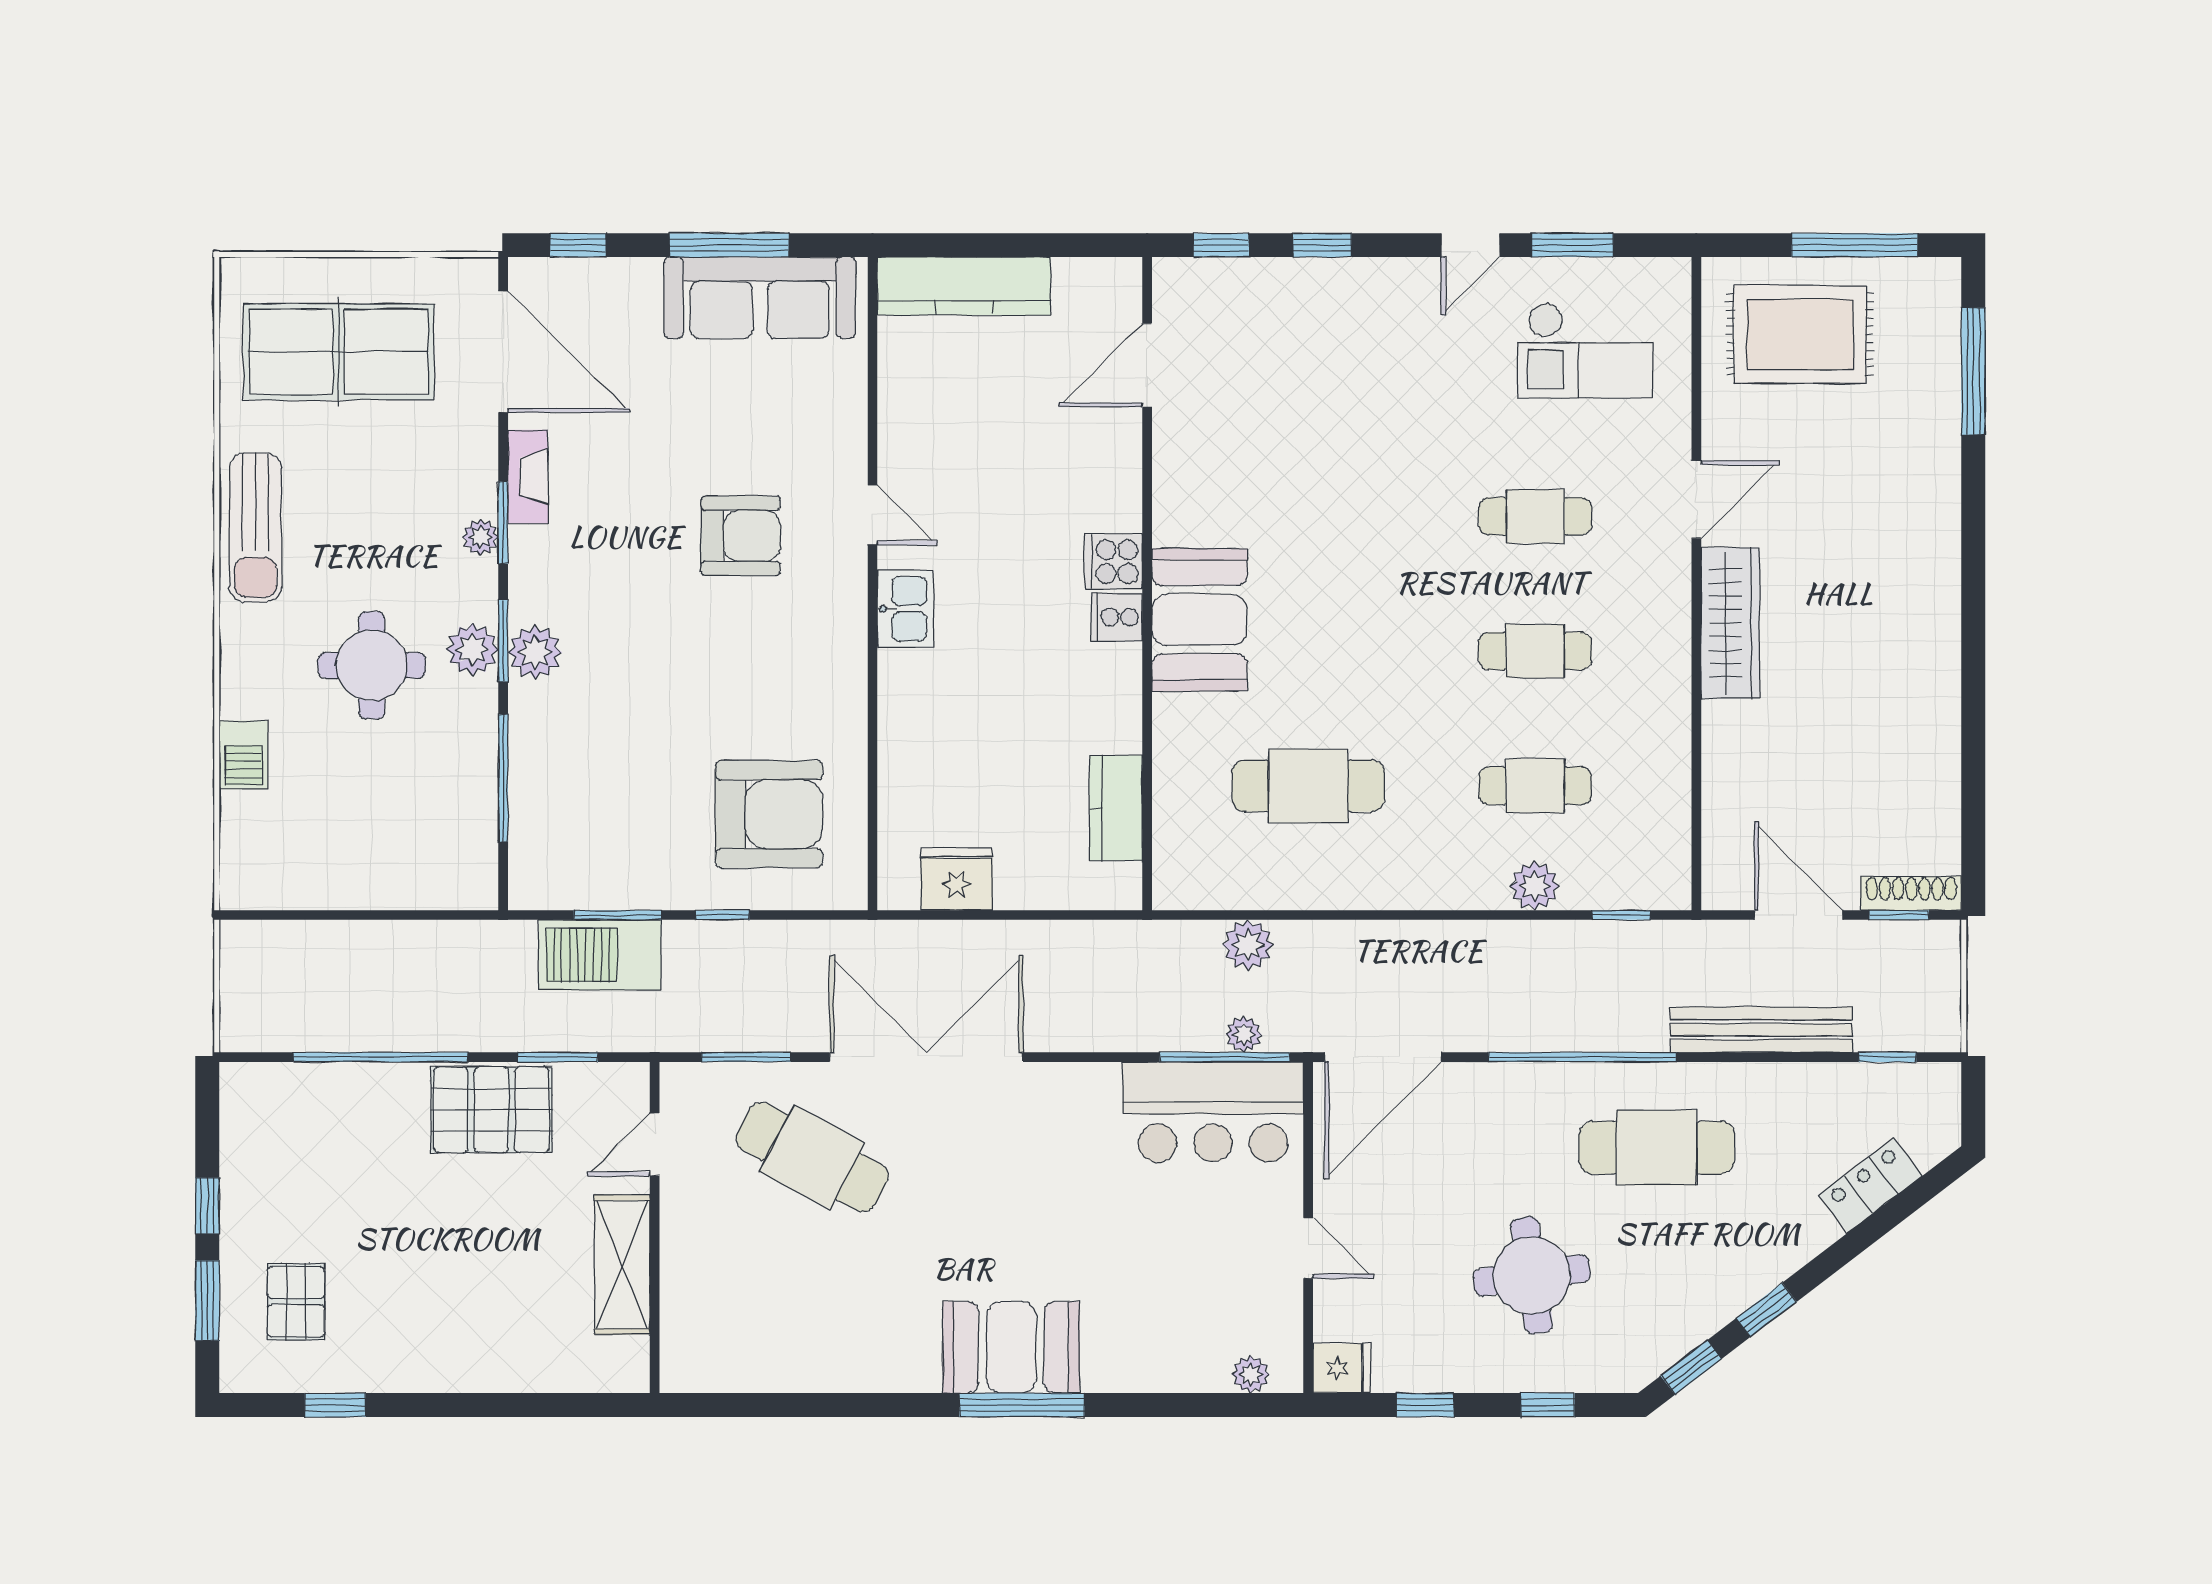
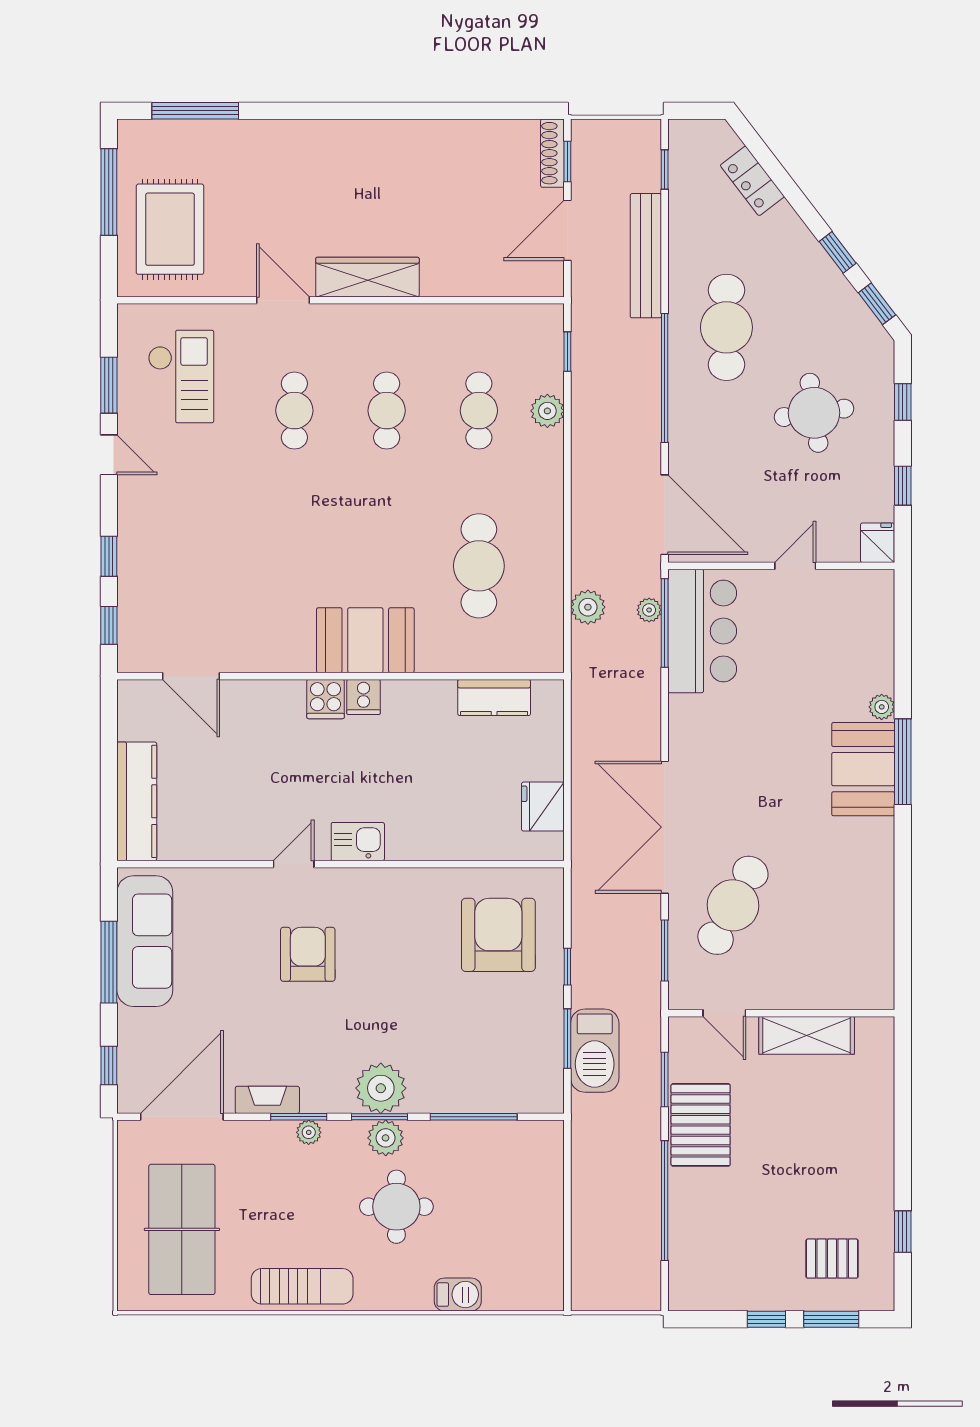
plant: (535, 652) -> (381, 1088), width x1.36, depth x1.36
plant: (1251, 1374) -> (882, 707), moved

